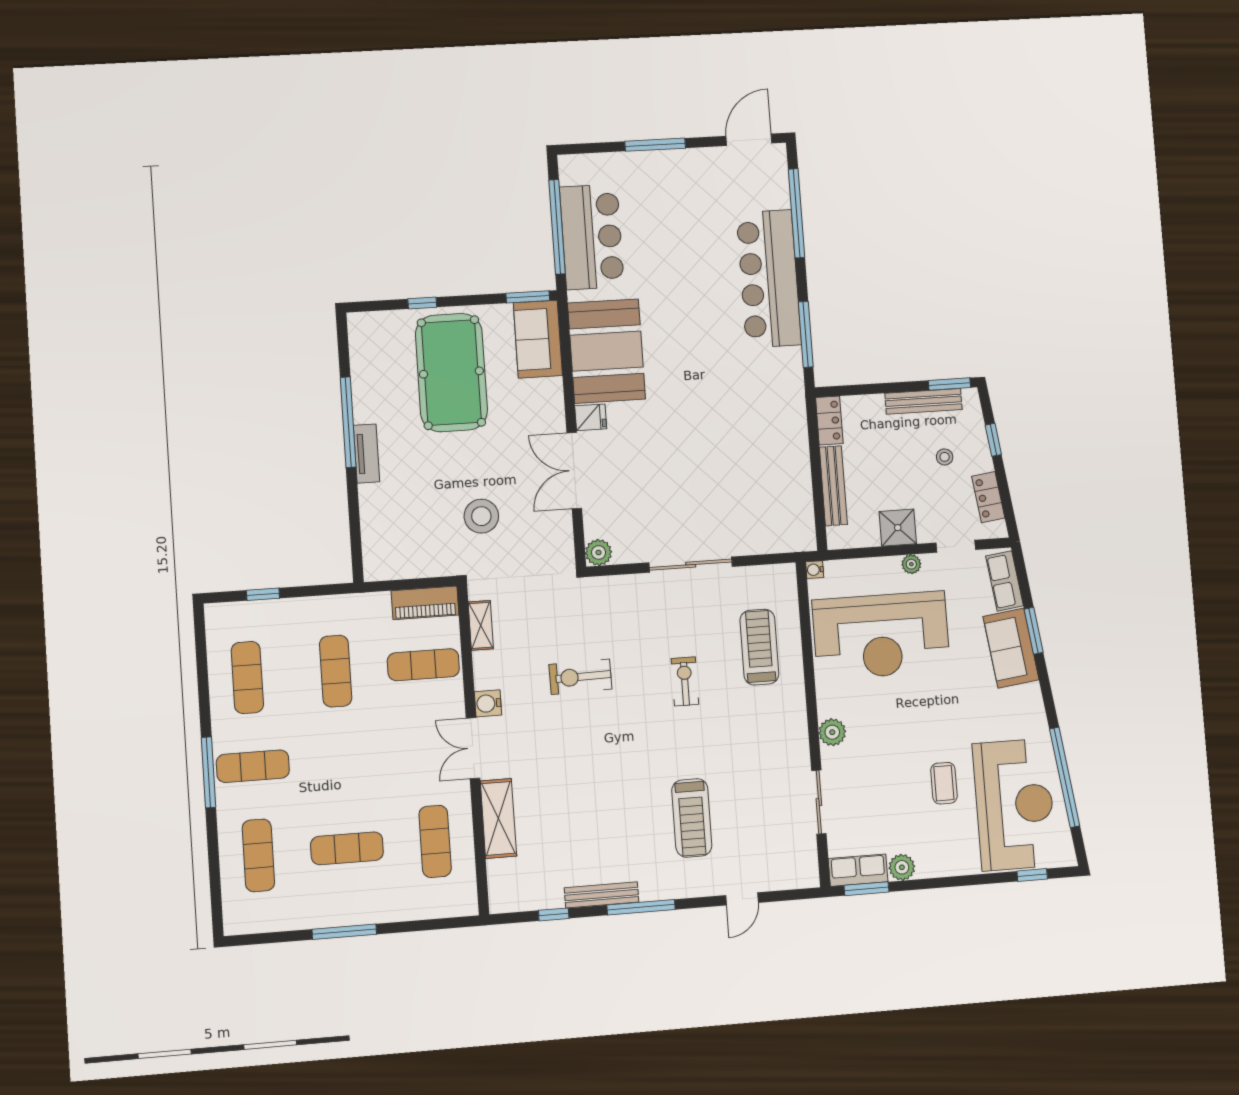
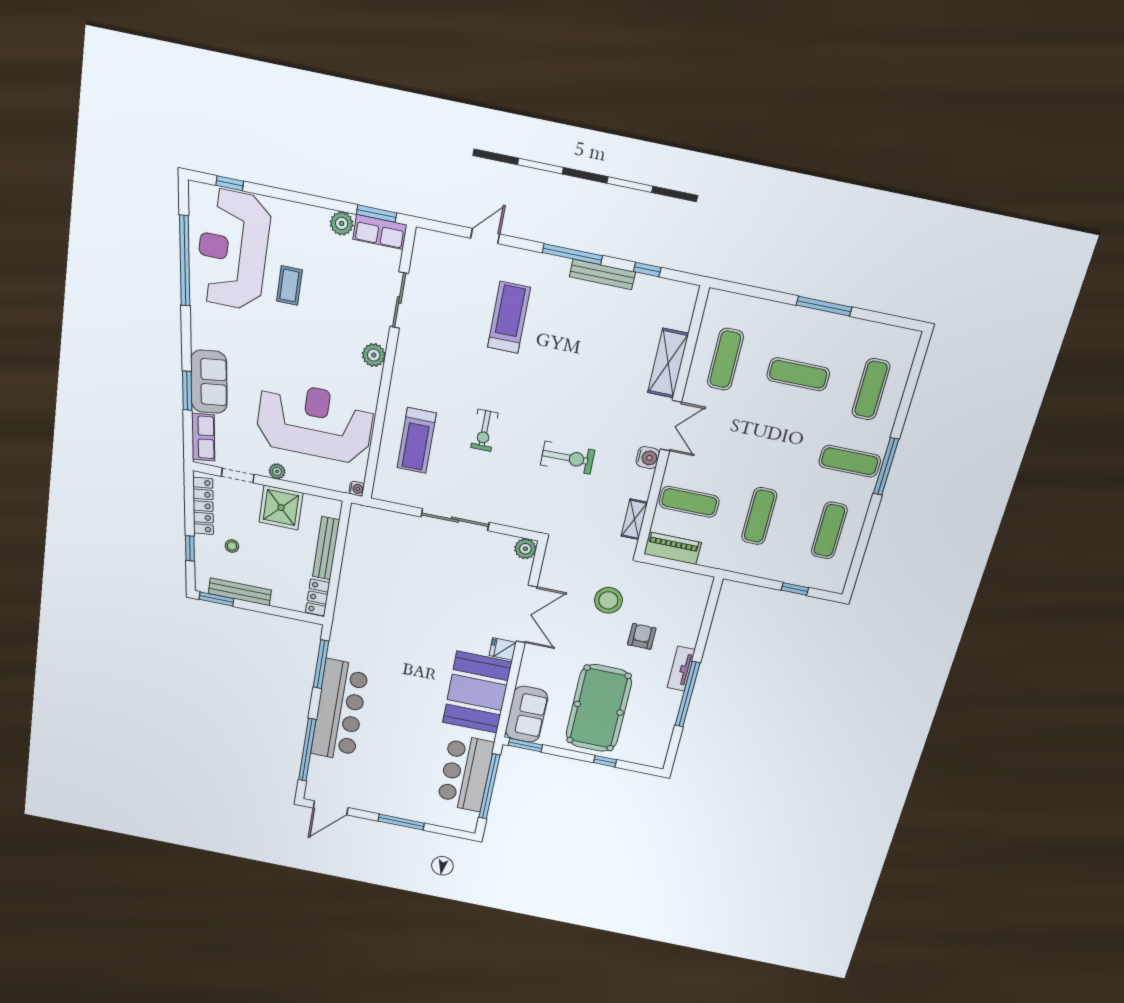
armchair: (427, 482) -> (642, 636), added
locker: (988, 497) -> (203, 506), width x1.53
shower: (898, 528) -> (281, 508), width x1.36, depth x1.36

